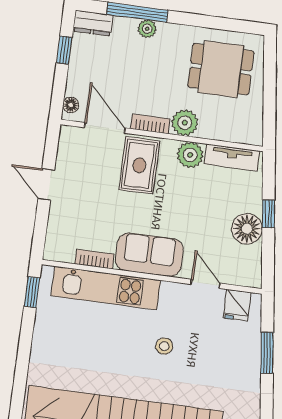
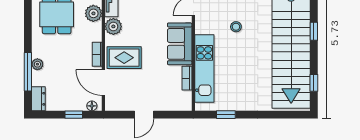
window: (64, 50) -> (74, 115), moved
plant: (185, 123) -> (93, 13), moved
door: (105, 128) -> (103, 83), hinge flipped
window: (32, 292) -> (226, 115), moved

